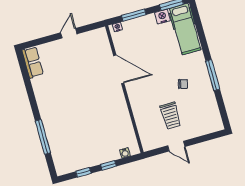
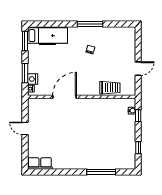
nightstand: (162, 17) -> (33, 79), moved
trolley: (171, 116) -> (110, 88), moved
window: (109, 165) -> (138, 116), moved

